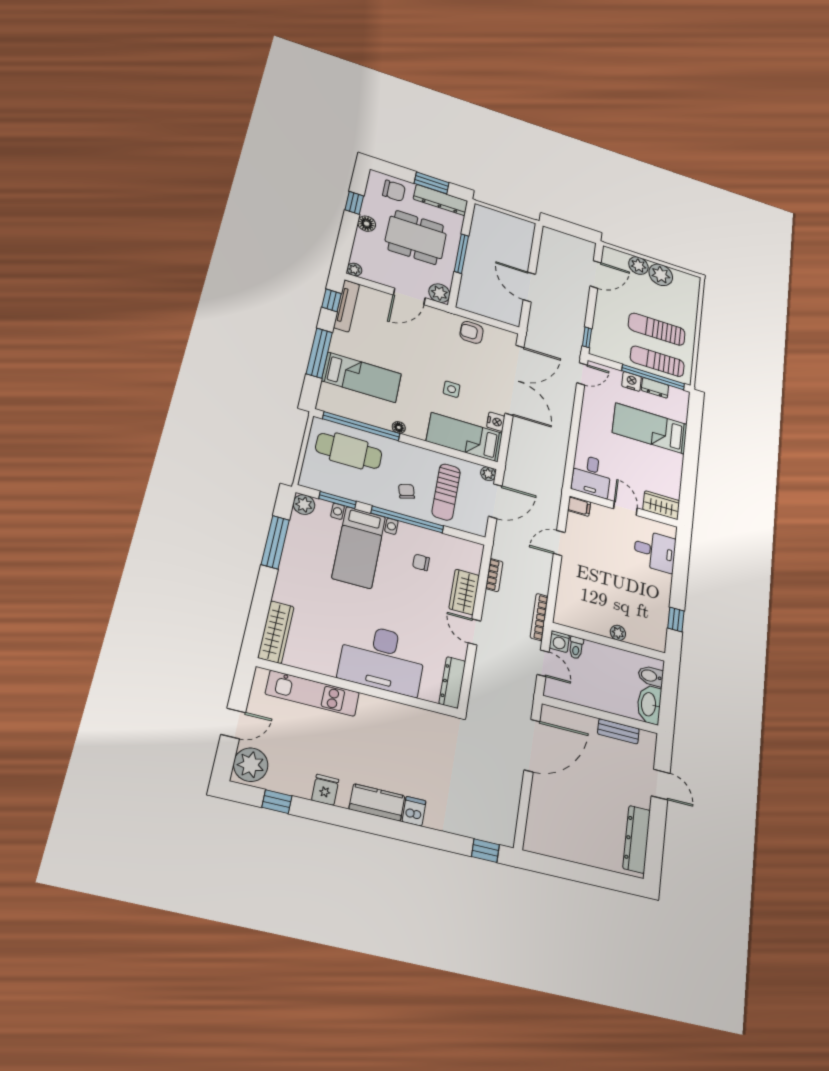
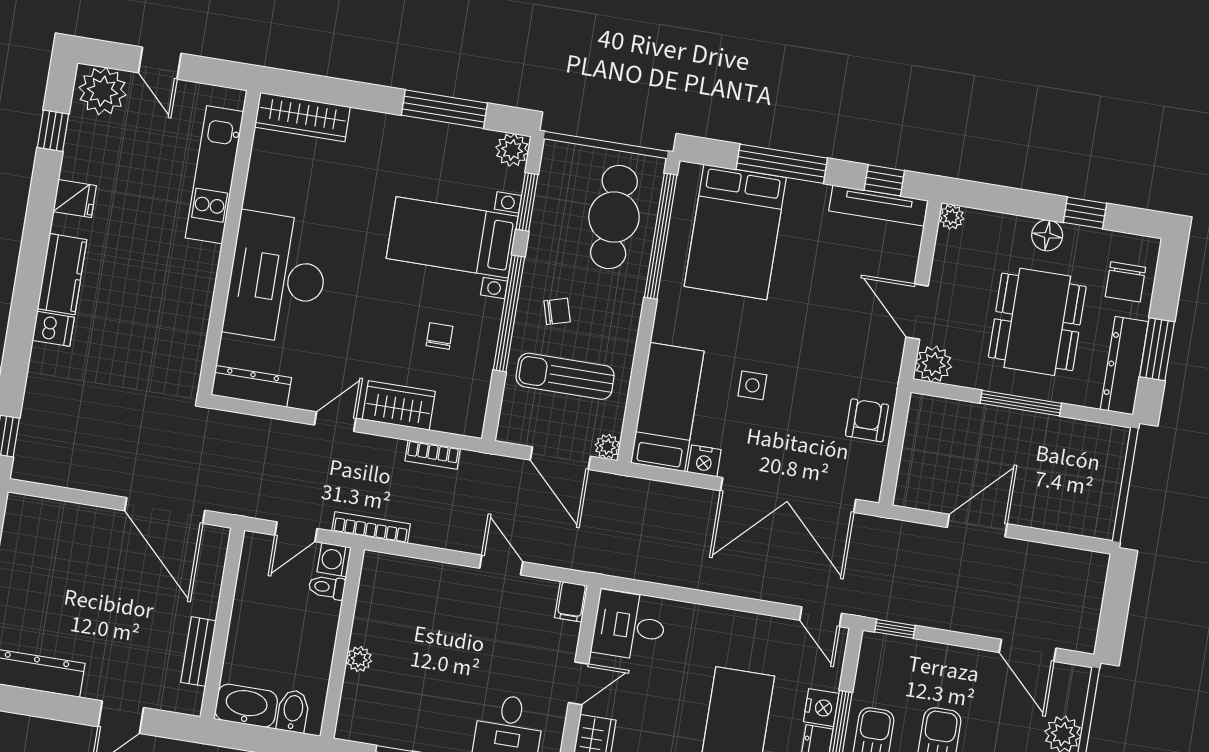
bed: (362, 377) -> (735, 232), width x1.50
floor lamp: (399, 427) -> (668, 297), removed

